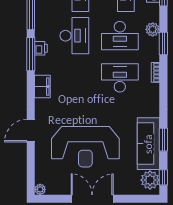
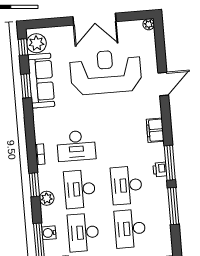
desk: (120, 36) -> (80, 189), turned -90

